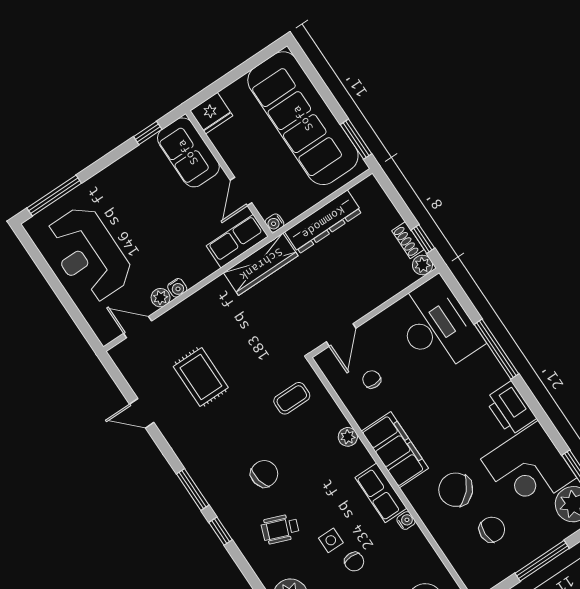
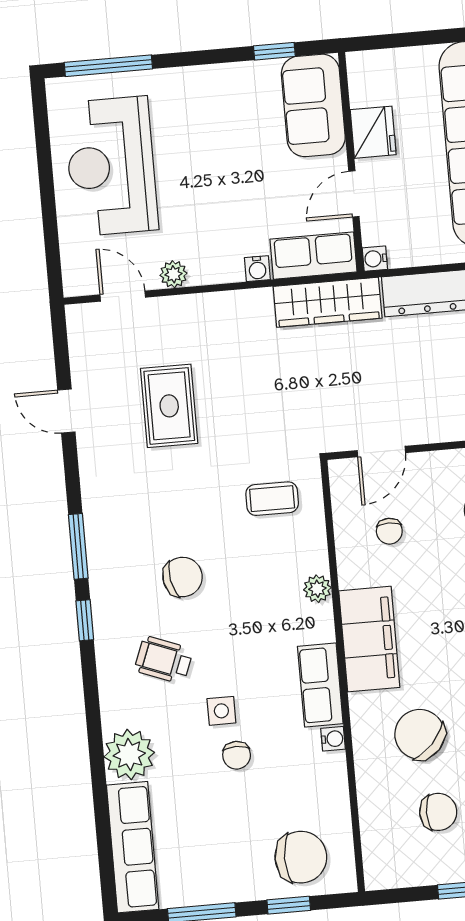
fridge: (211, 113) -> (373, 132), moved, turned -90
water cooler: (177, 288) -> (257, 269), moved
chair: (372, 379) -> (389, 531), turned 180

